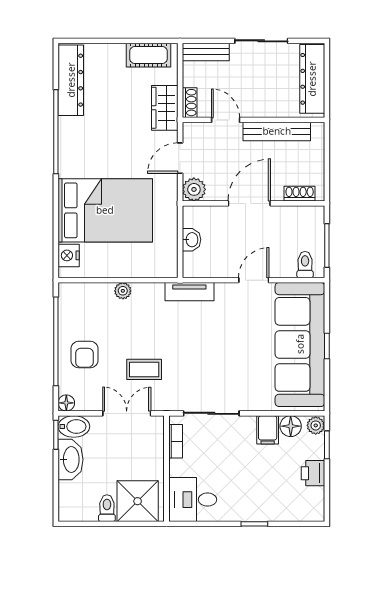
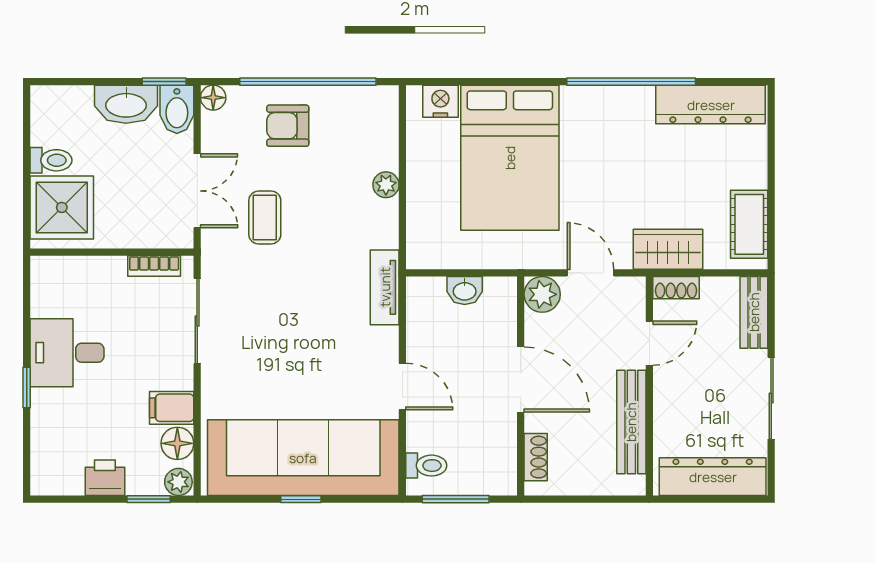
desk: (193, 500) -> (67, 353), moved, turned -90

